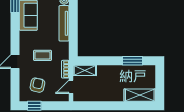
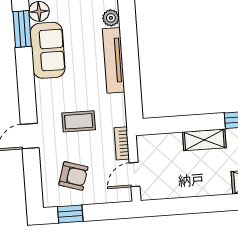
shelving: (85, 70) -> (204, 140), moved
armchair: (37, 85) -> (73, 176), turned 95

